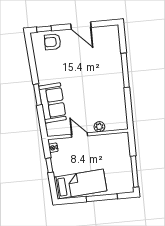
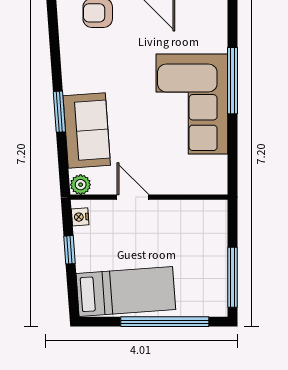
corner sofa: (105, 84) -> (192, 104), added
plant: (99, 127) -> (81, 185), moved
window: (102, 198) -> (165, 322), width x1.46

